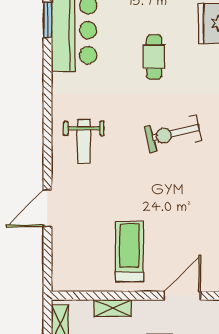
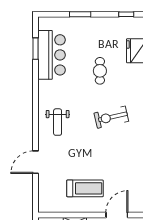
treadmill: (129, 252) -> (85, 188), turned 90

